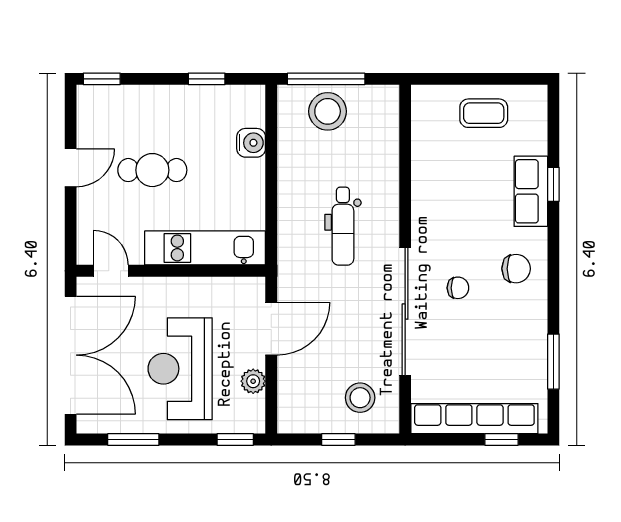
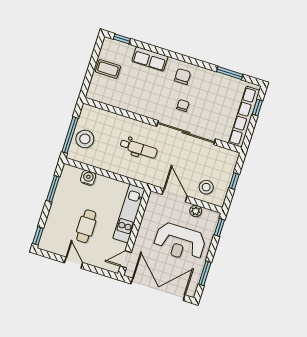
window: (207, 79) -> (53, 189), width x1.50
coffee table: (484, 113) -> (108, 69), turned 90
window: (553, 184) -> (122, 39), moved
stool: (360, 398) -> (206, 187), moved

